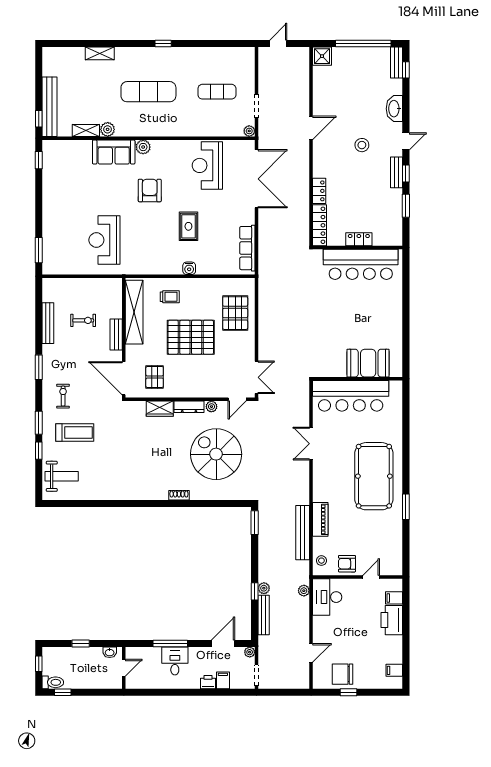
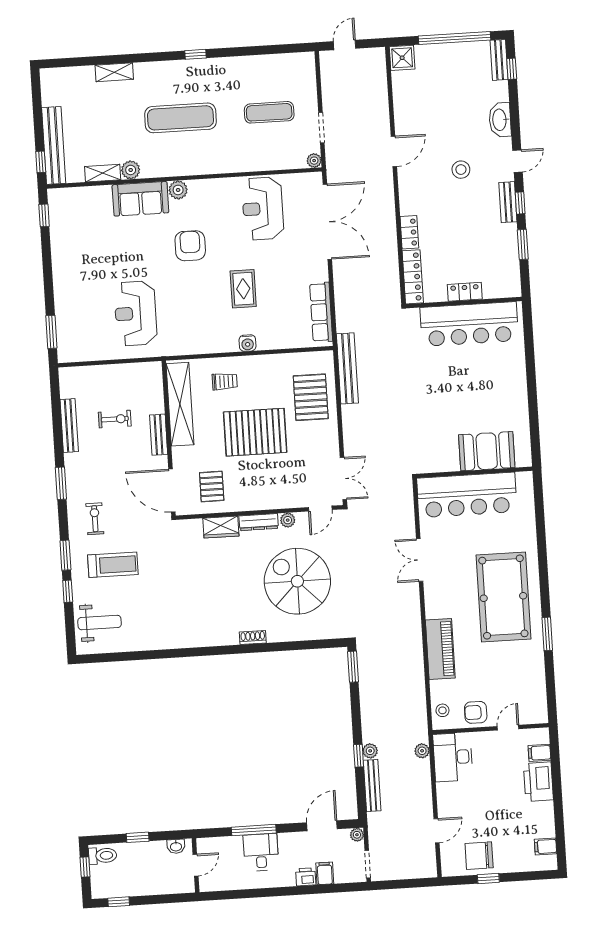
piano: (320, 519) -> (440, 649), width x1.37, depth x1.33
bench: (303, 533) -> (347, 368), moved
toilet: (53, 682) -> (103, 856), moved

